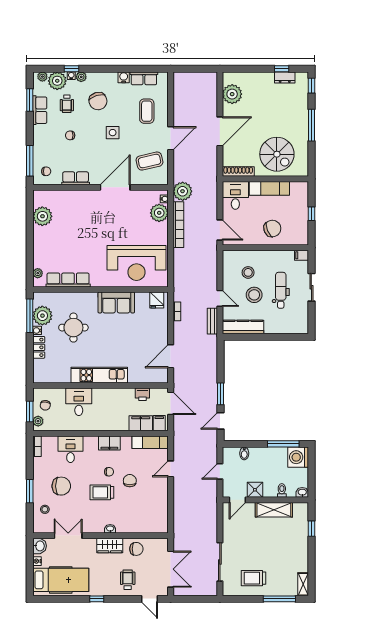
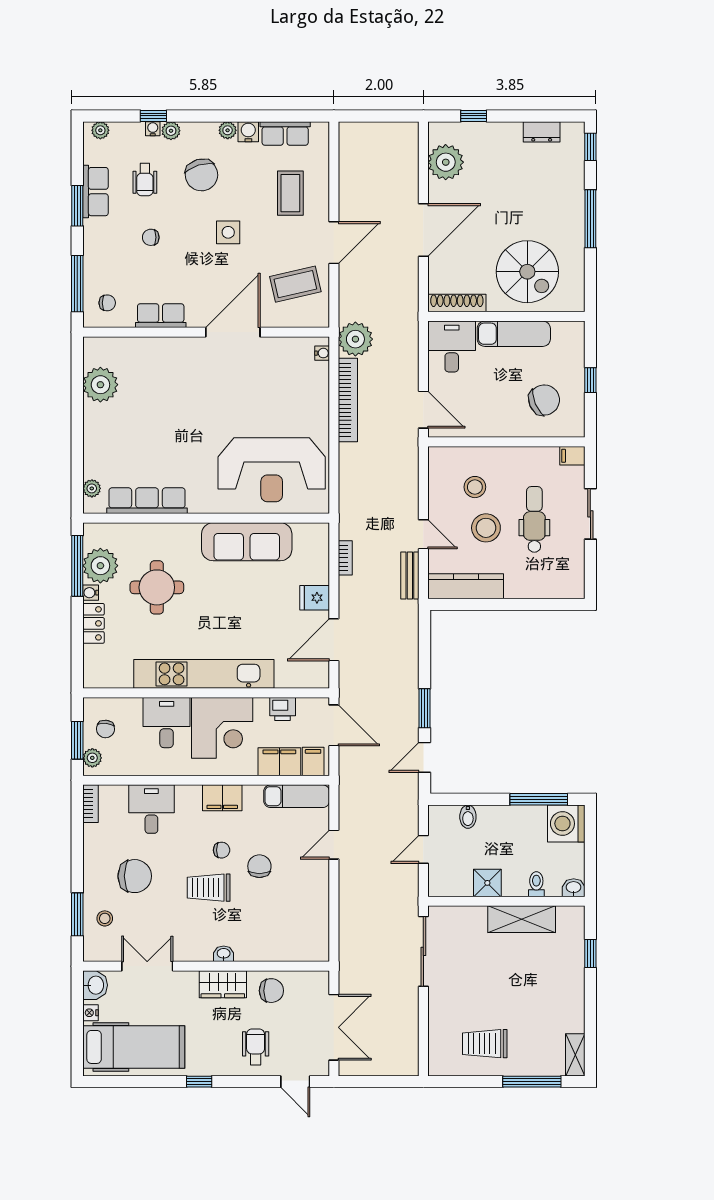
window: (282, 69) -> (474, 116), moved
plant: (57, 81) -> (228, 130), moved, width x0.53, depth x0.53
window: (30, 100) -> (77, 206), moved
plant: (159, 213) -> (313, 378), removed
chair: (272, 228) -> (544, 400), moved
fridge: (157, 300) -> (315, 598), moved, turned 90
sofa: (116, 302) -> (247, 542), width x1.36
kitchen unit: (99, 375) -> (204, 674), width x1.36
corner desk: (109, 405) -> (222, 728), added
window: (30, 491) -> (77, 914), moved
door: (237, 500) -> (455, 901), removed
sliding door: (220, 562) -> (423, 951), moved

